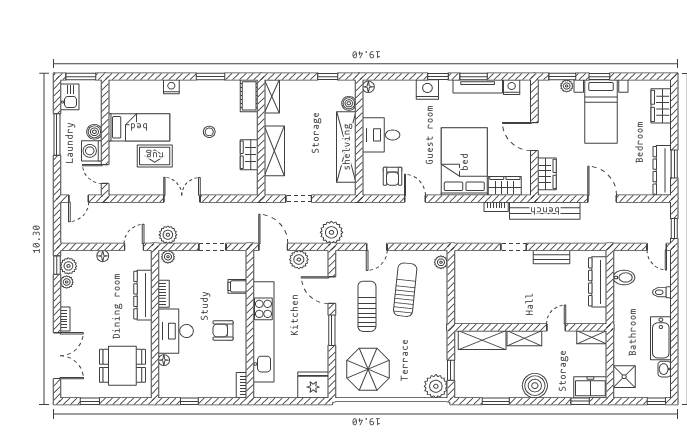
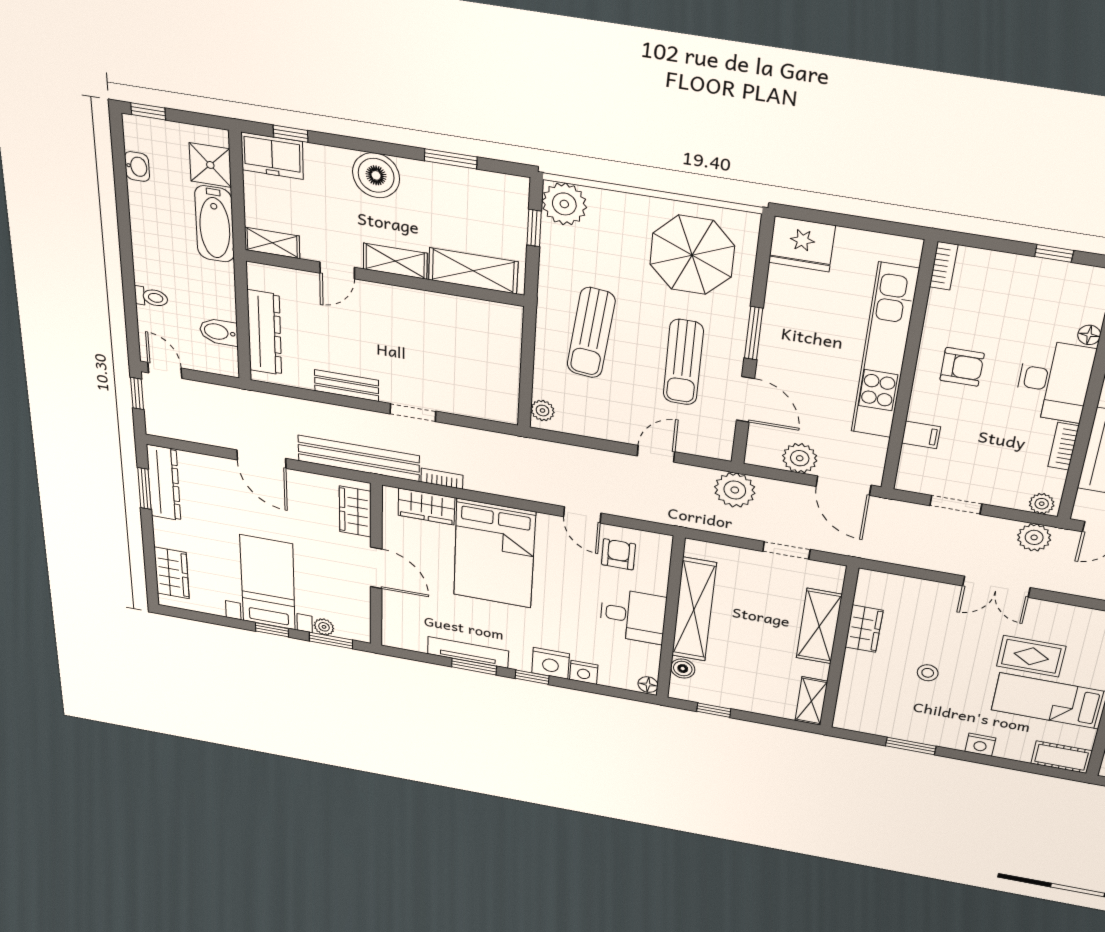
nightstand: (512, 87) -> (584, 672), moved
cot: (249, 96) -> (1061, 757), moved, turned 90
sun lounger: (405, 290) -> (591, 333), moved
bathtub: (661, 338) -> (215, 224), moved, turned 180

